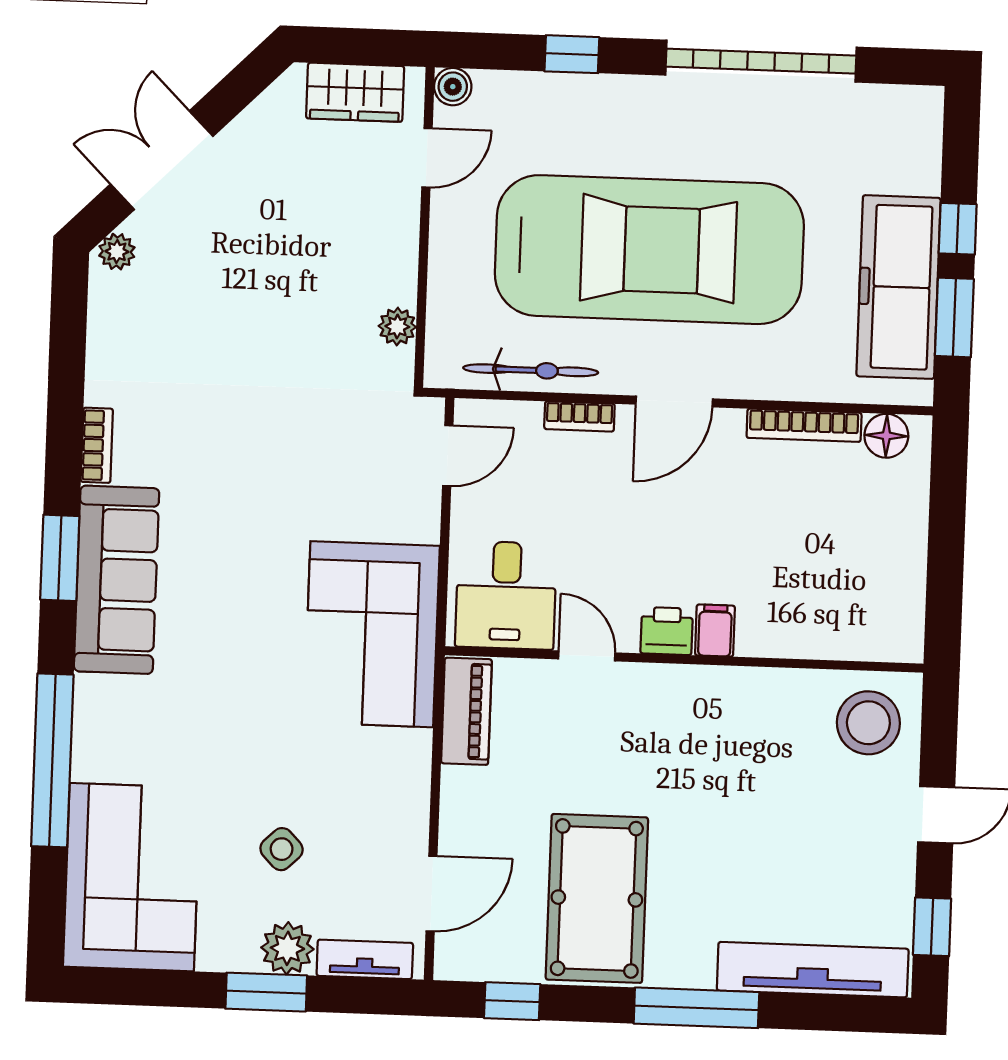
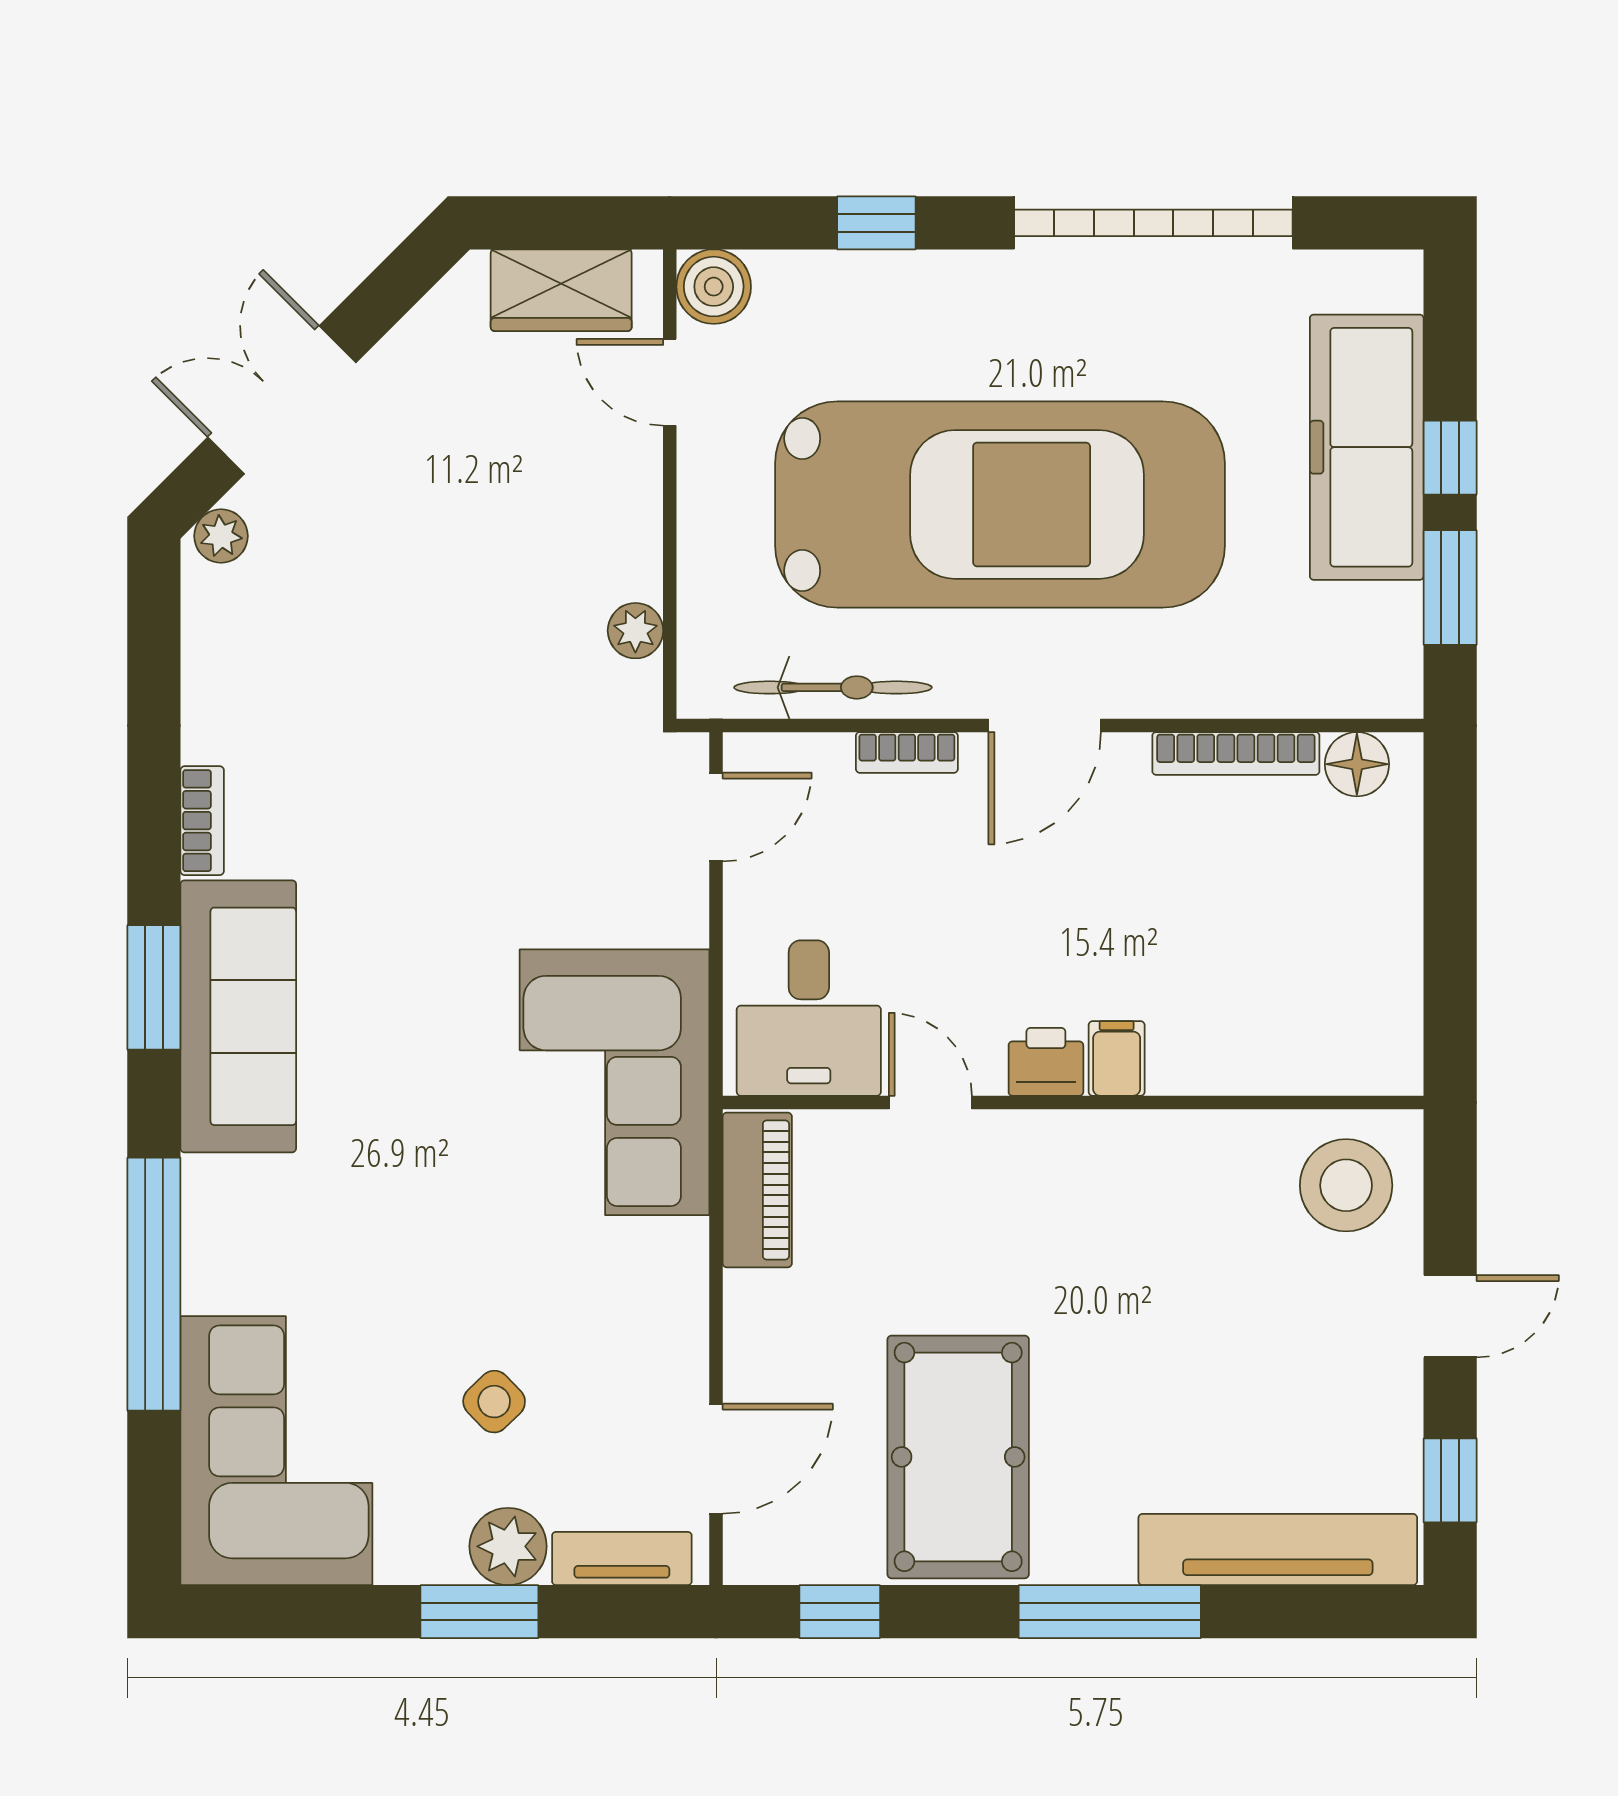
boiler: (453, 87) -> (714, 287), width x1.36, depth x1.36
door: (427, 158) -> (670, 382), swing flipped
freezer: (898, 287) -> (1367, 447), moved

